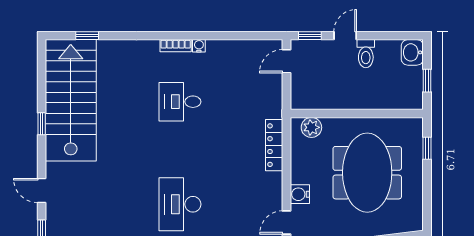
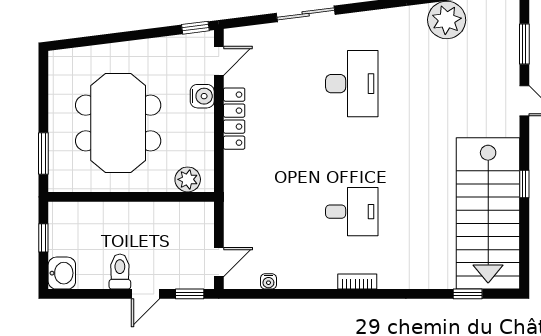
water cooler: (199, 46) -> (268, 281), moved
locker: (274, 145) -> (234, 119), moved
window: (427, 148) -> (43, 153), width x1.50

